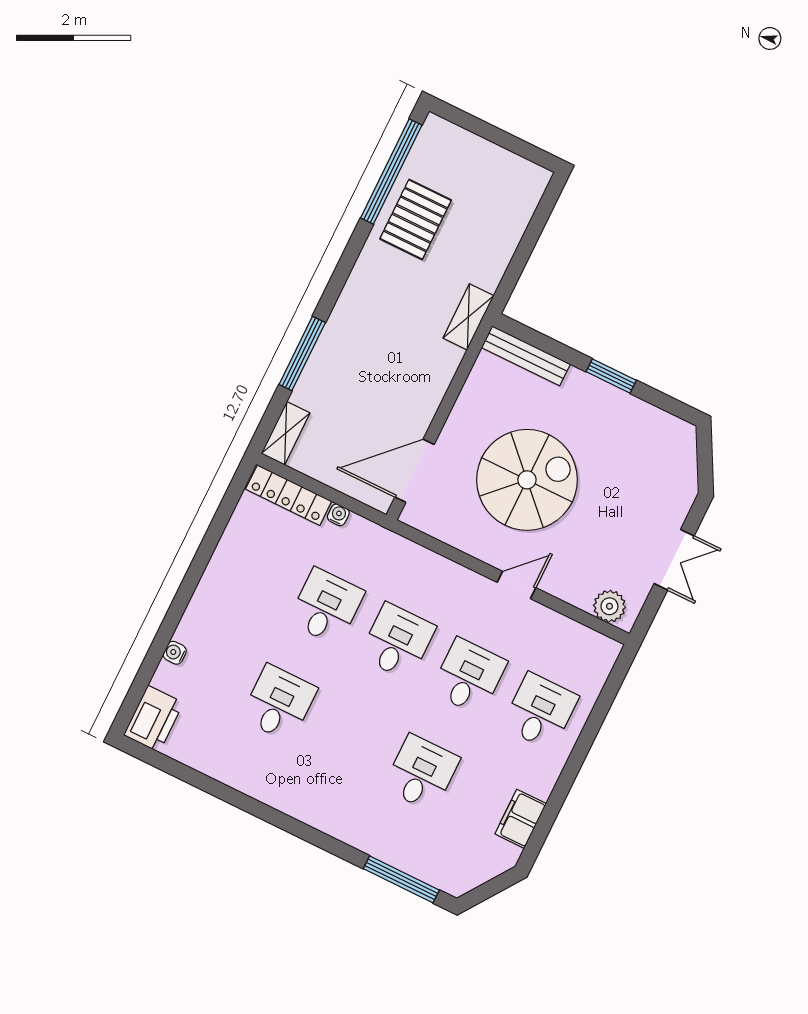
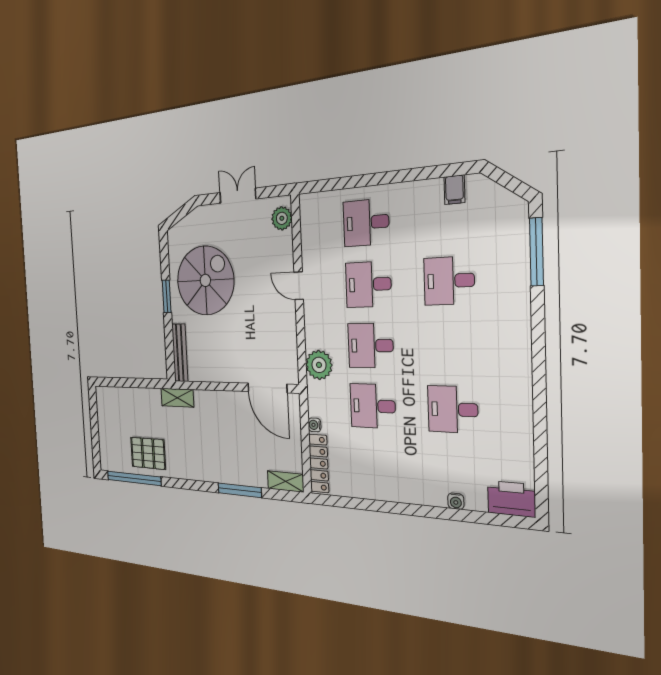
spiral stairs: (527, 480) -> (205, 280), moved, turned 90
plant: (408, 561) -> (319, 365), added
filing cabinet: (521, 819) -> (454, 190), width x0.50

